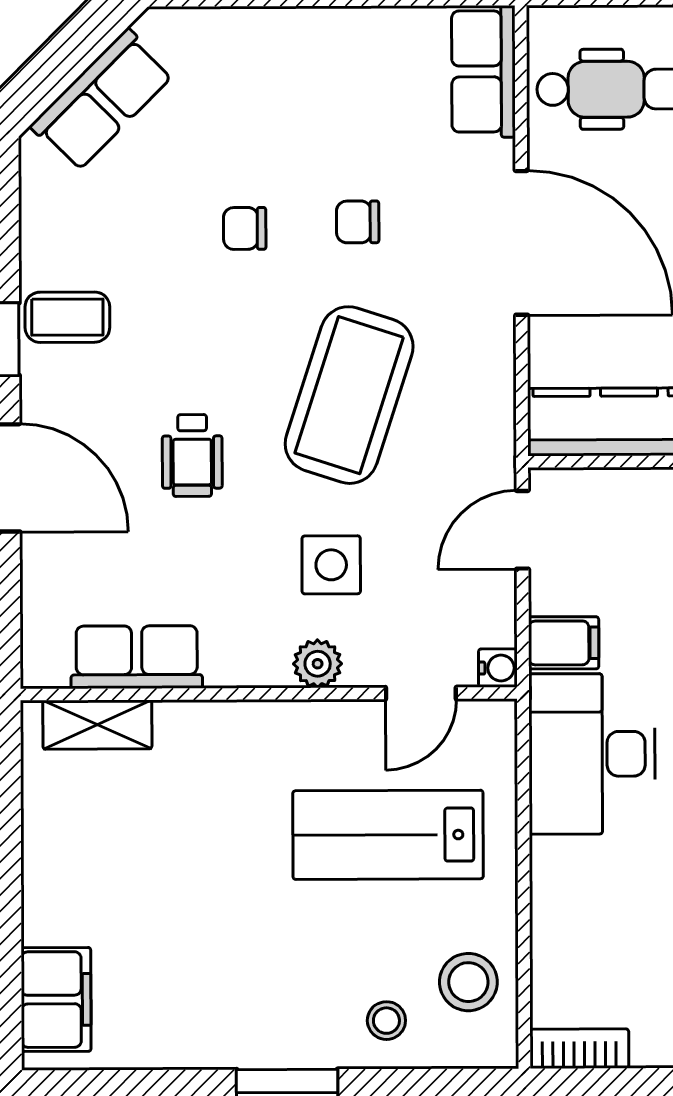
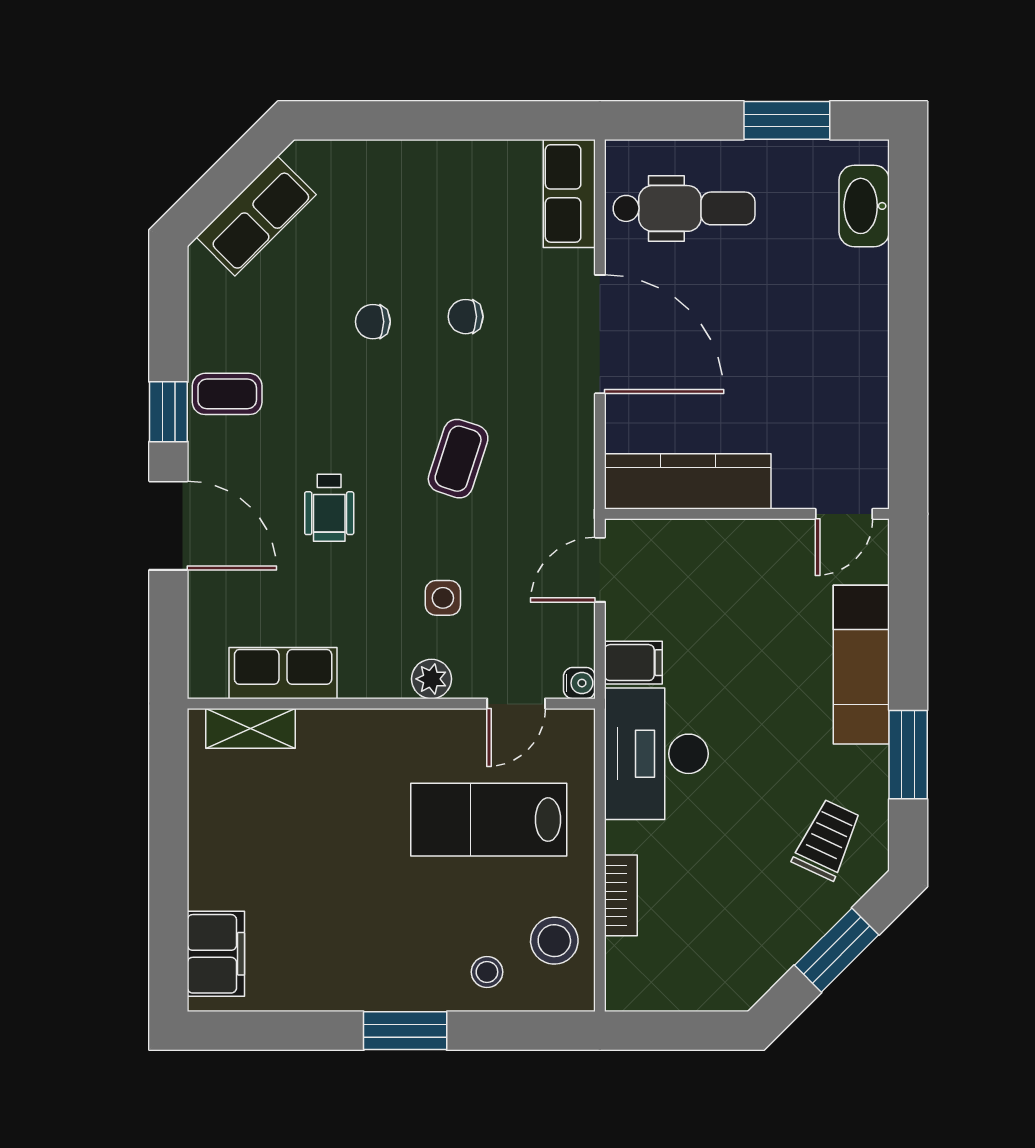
coffee table: (349, 395) -> (458, 459), width x0.54, depth x0.58
side table: (331, 565) -> (443, 598), width x0.73, depth x0.73
bookcase: (579, 1049) -> (621, 895), moved, turned 90

